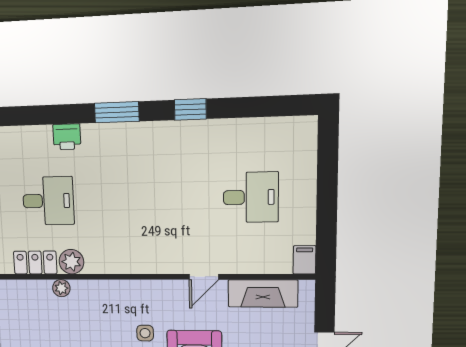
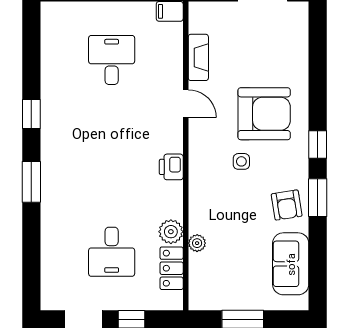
printer: (67, 137) -> (171, 167), moved, turned 180
desk: (48, 201) -> (112, 252), turned 180
fireplace: (263, 293) -> (198, 57), width x0.73, depth x0.76

